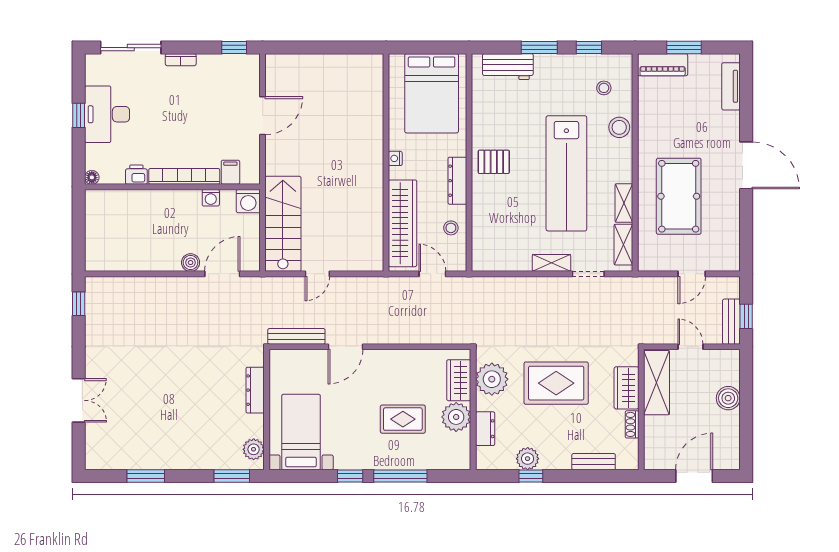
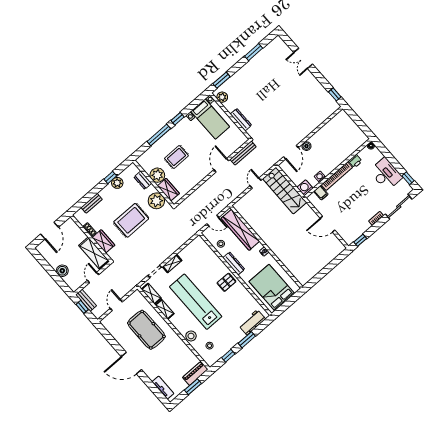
window: (79, 115) -> (408, 178), moved
door: (263, 116) -> (327, 224), hinge flipped
door: (690, 347) -> (93, 278), swing flipped

